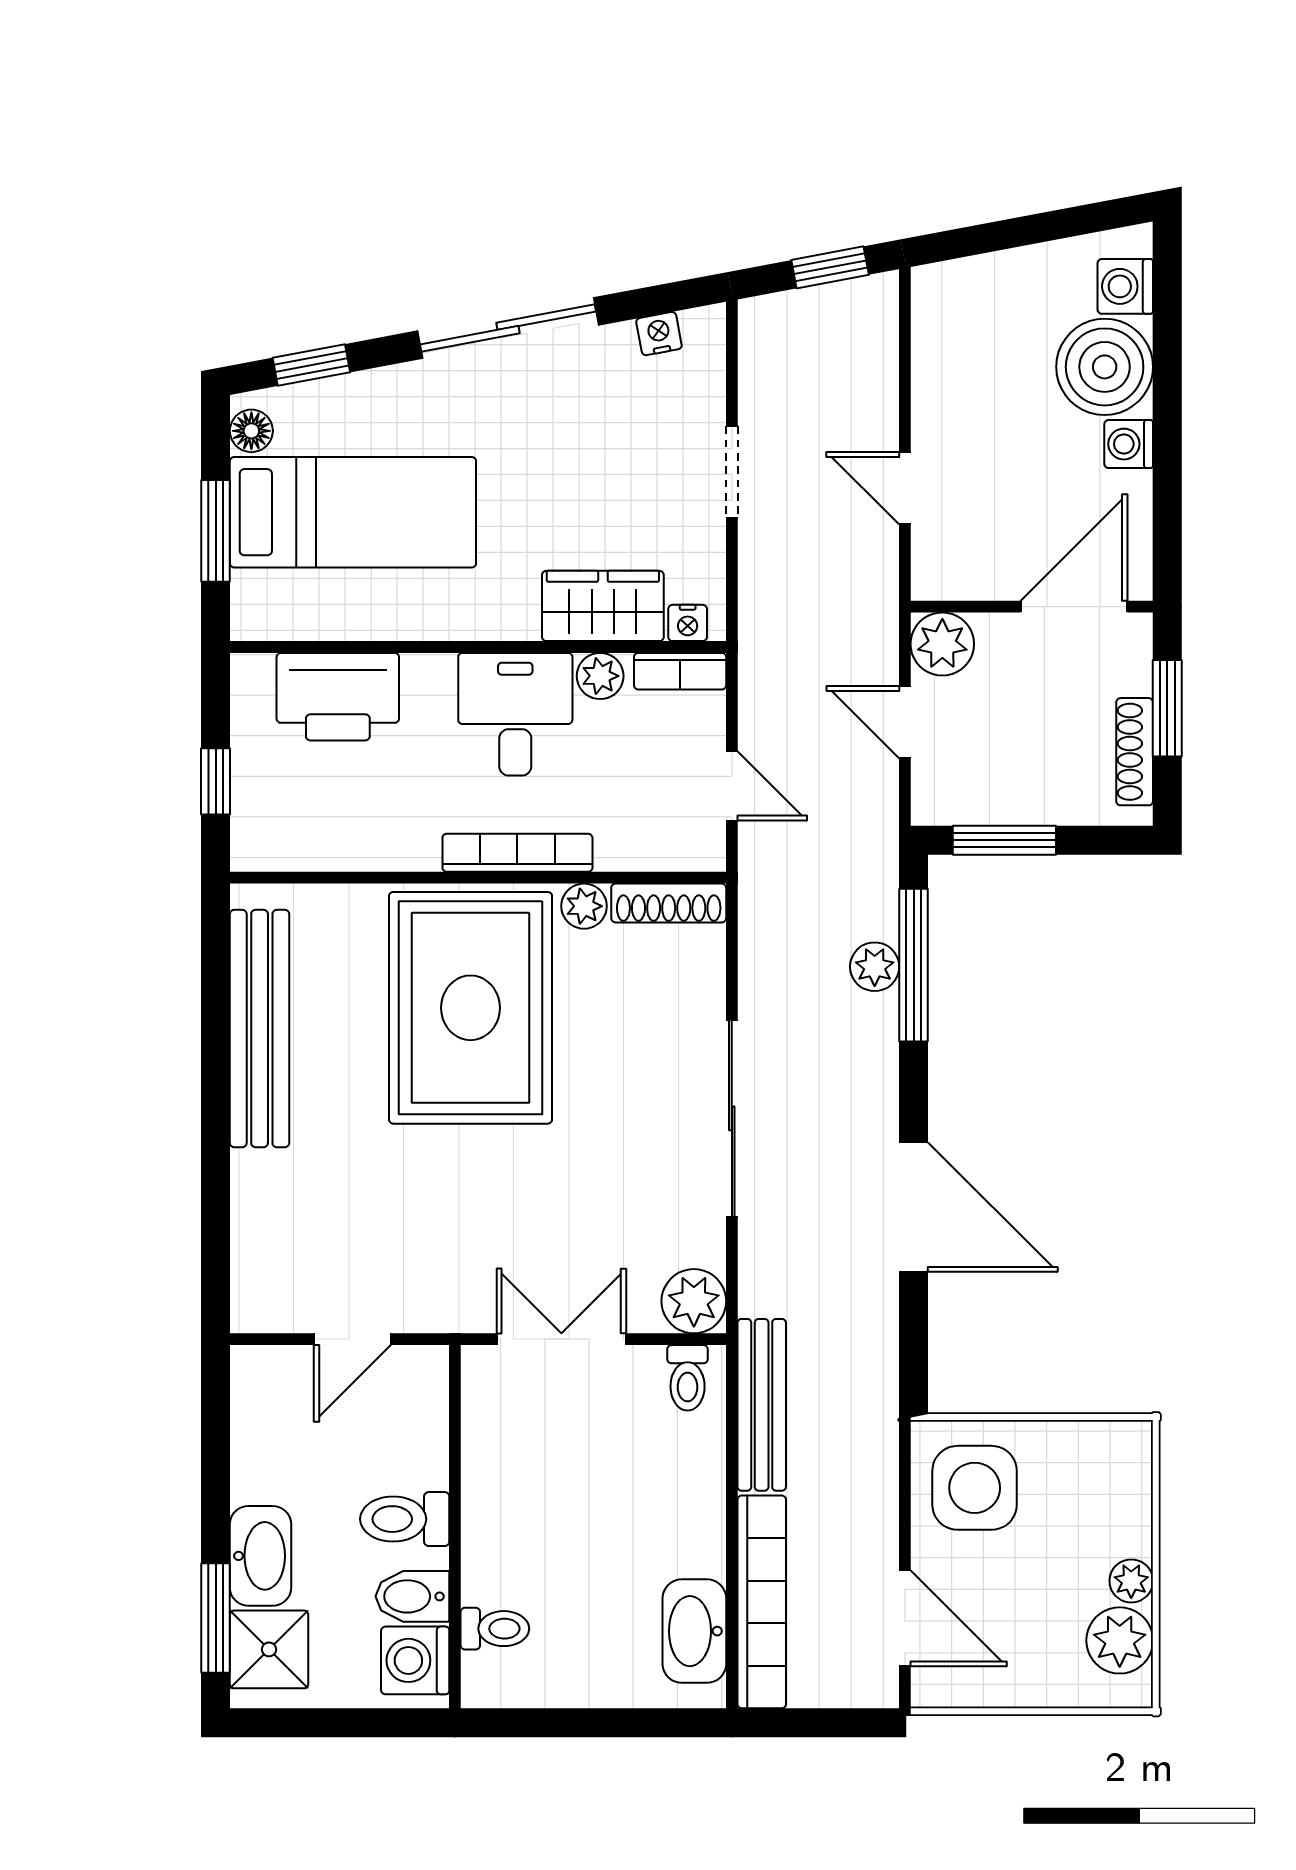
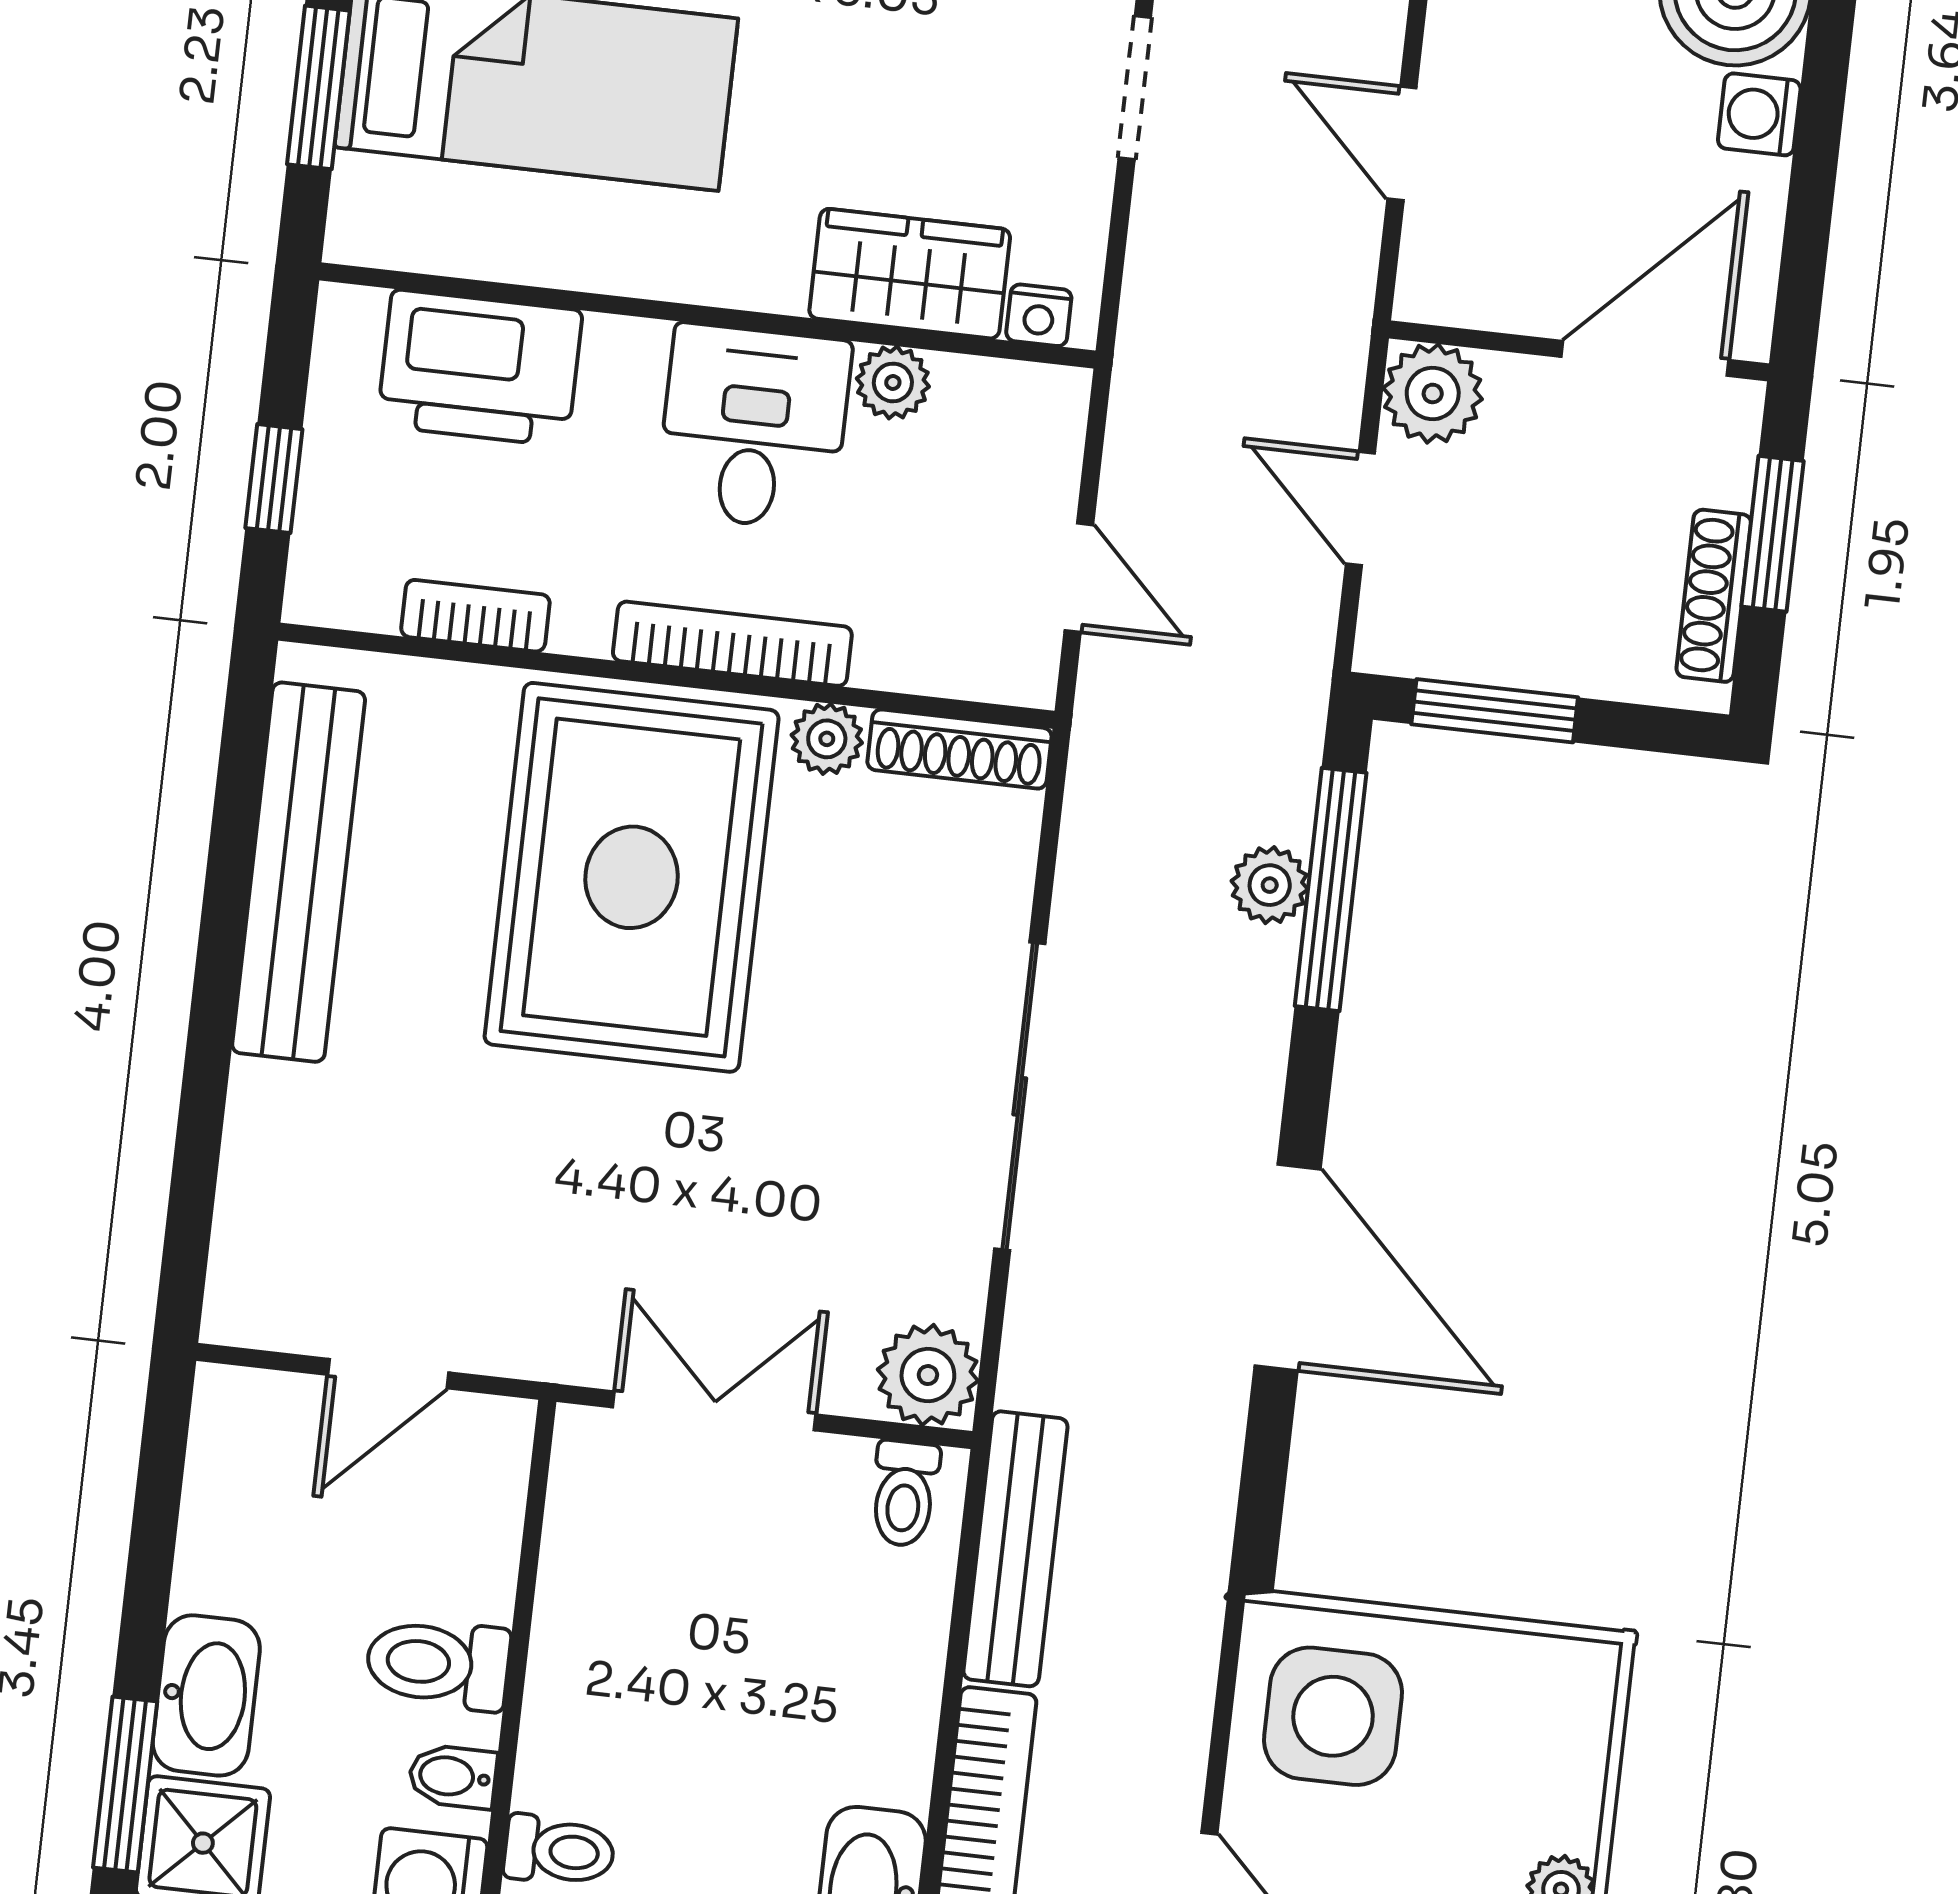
bookcase: (680, 671) -> (475, 616), moved, turned 180
bidet: (412, 1596) -> (453, 1777), width x0.72, depth x0.74

